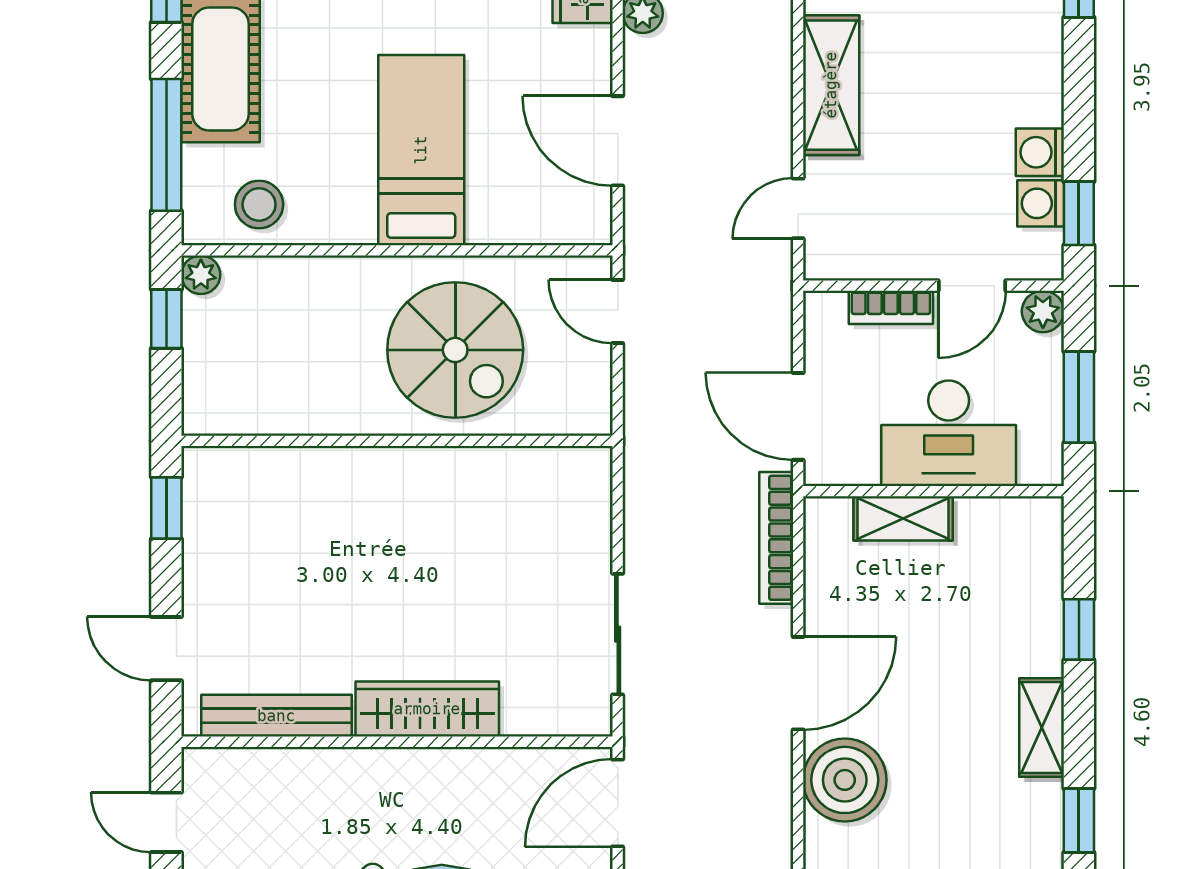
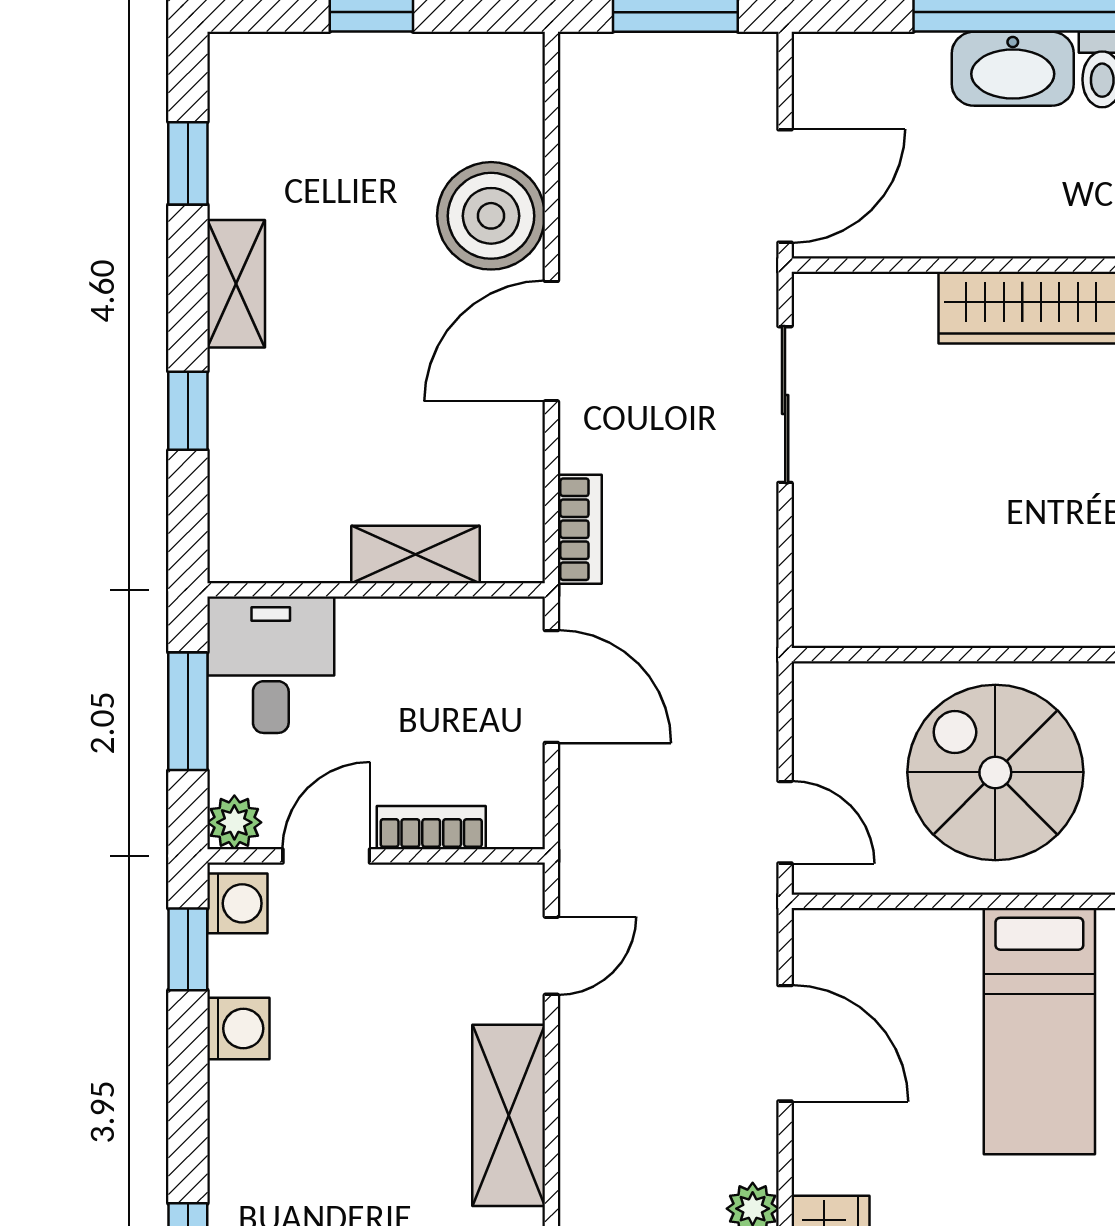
washing machine: (1041, 203) -> (237, 903), moved
desk: (949, 433) -> (271, 665), moved, width x0.73
bookcase: (776, 538) -> (580, 529), width x0.64

